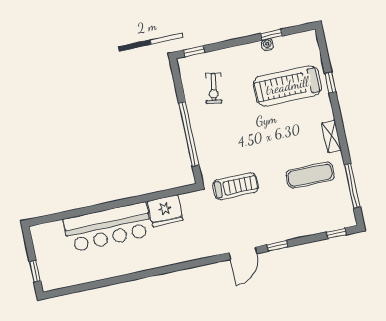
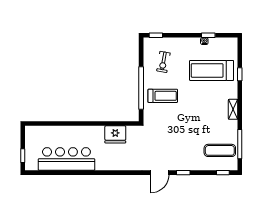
exercise mat: (310, 175) -> (220, 150), moved
treadmill: (235, 186) -> (163, 96), moved
bar counter: (108, 227) -> (66, 159), moved, turned 180

